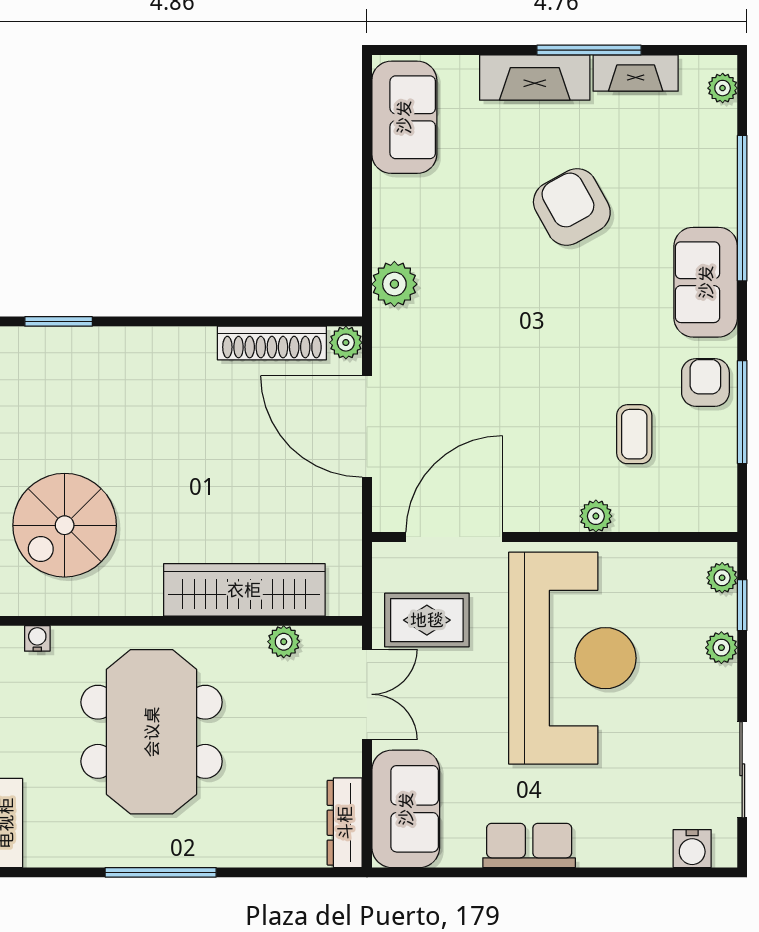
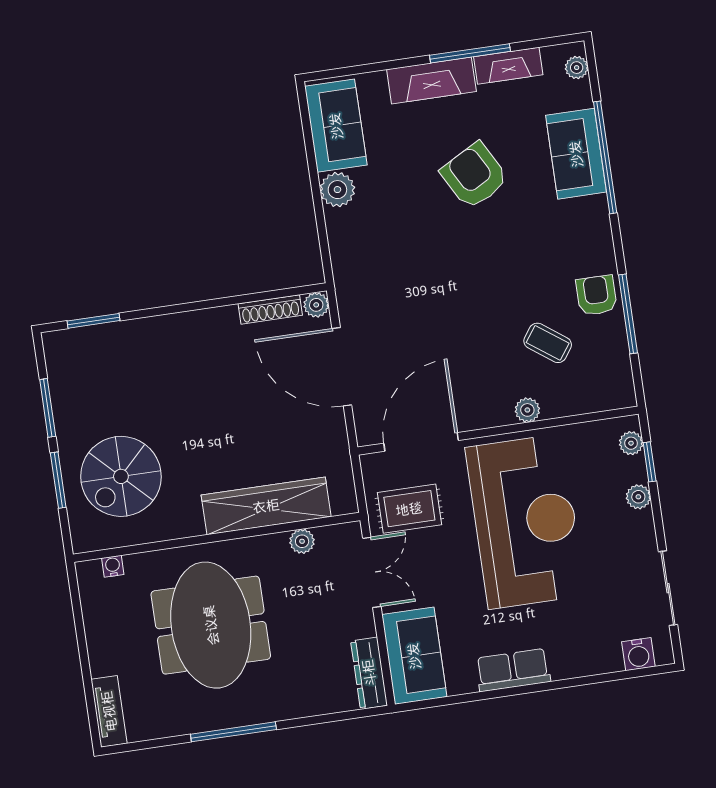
sofa: (706, 282) -> (576, 154), moved
plant: (394, 284) -> (337, 190), moved
shoe rack: (272, 343) -> (270, 309), width x0.74, depth x0.81
coffee table: (634, 434) -> (548, 343), turned -54

